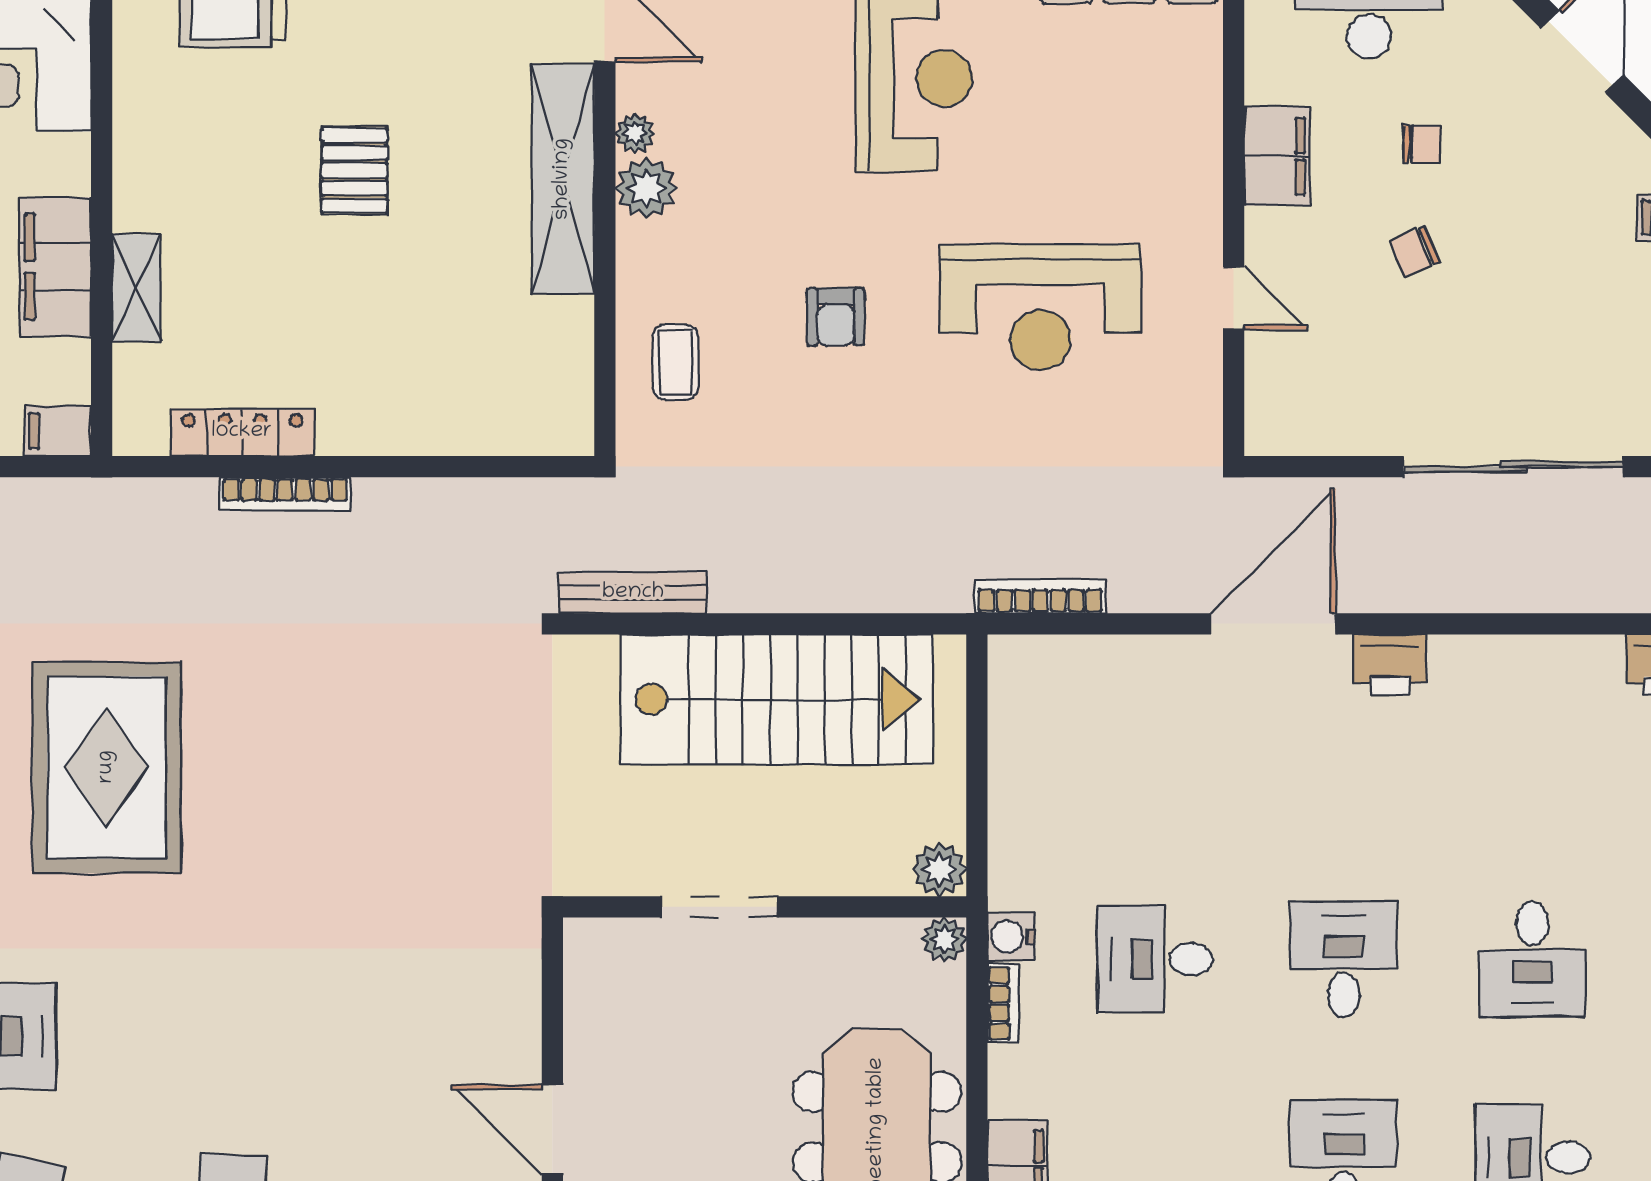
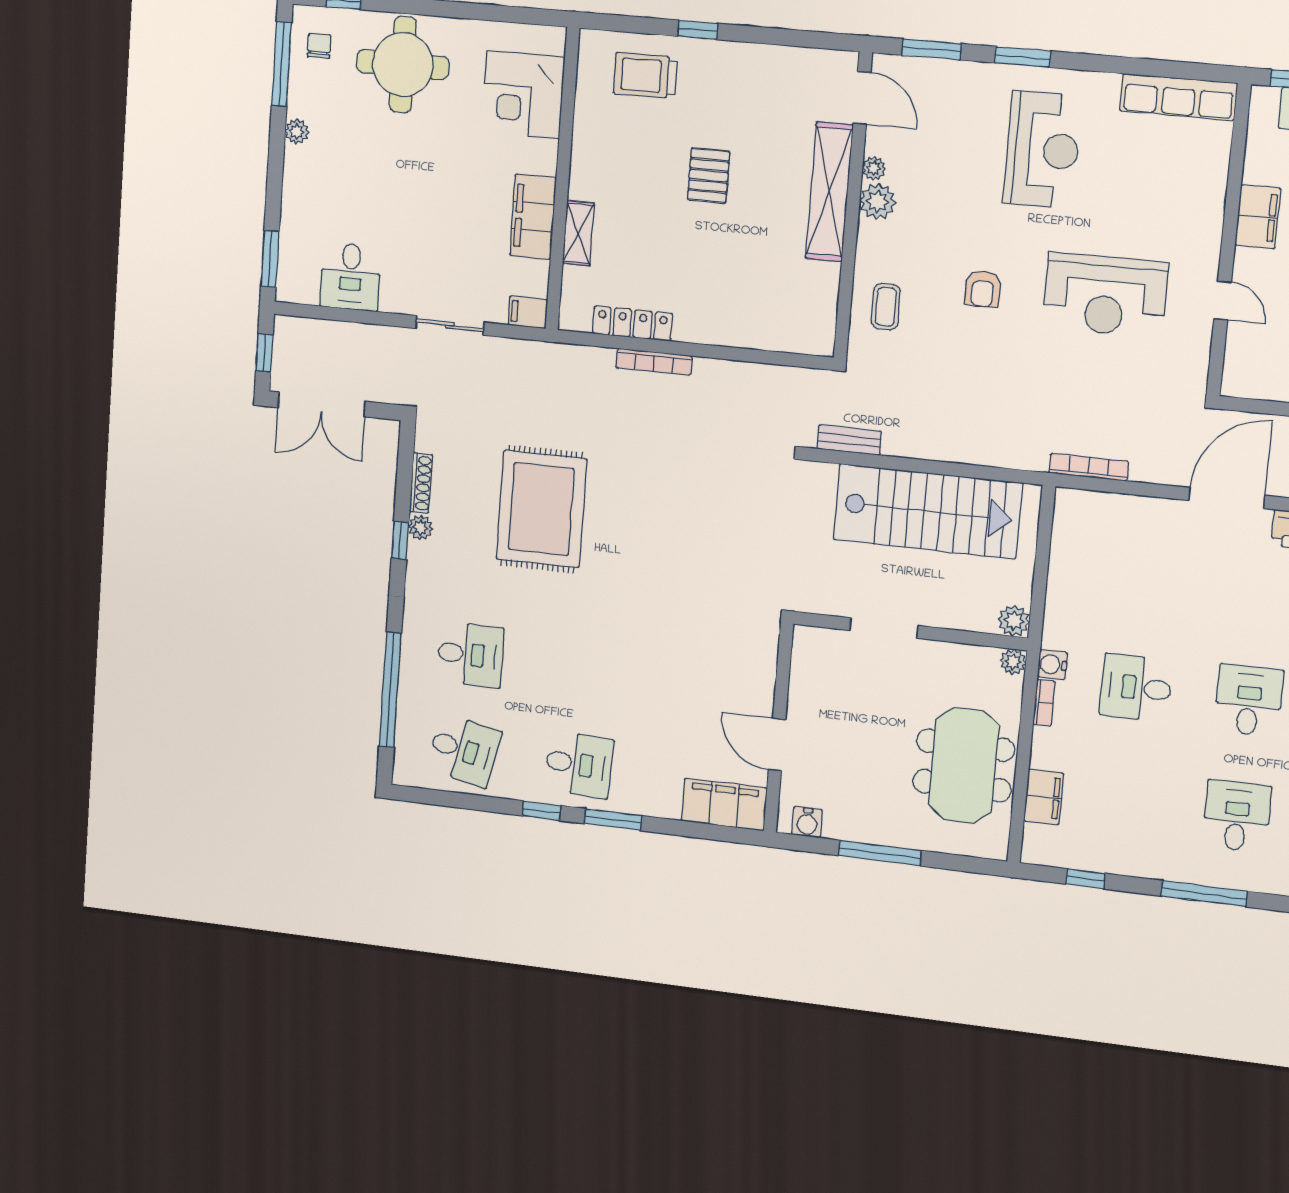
bench: (633, 593) -> (849, 440), width x0.73

